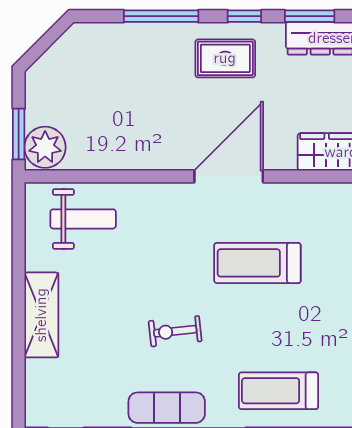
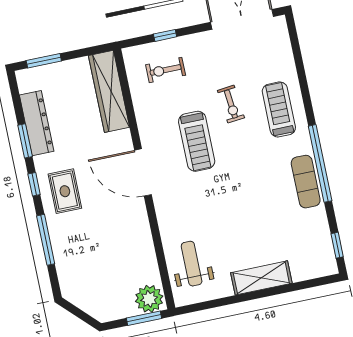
exercise bike: (175, 331) -> (231, 104), moved
treadmill: (279, 391) -> (279, 109), turned 180

